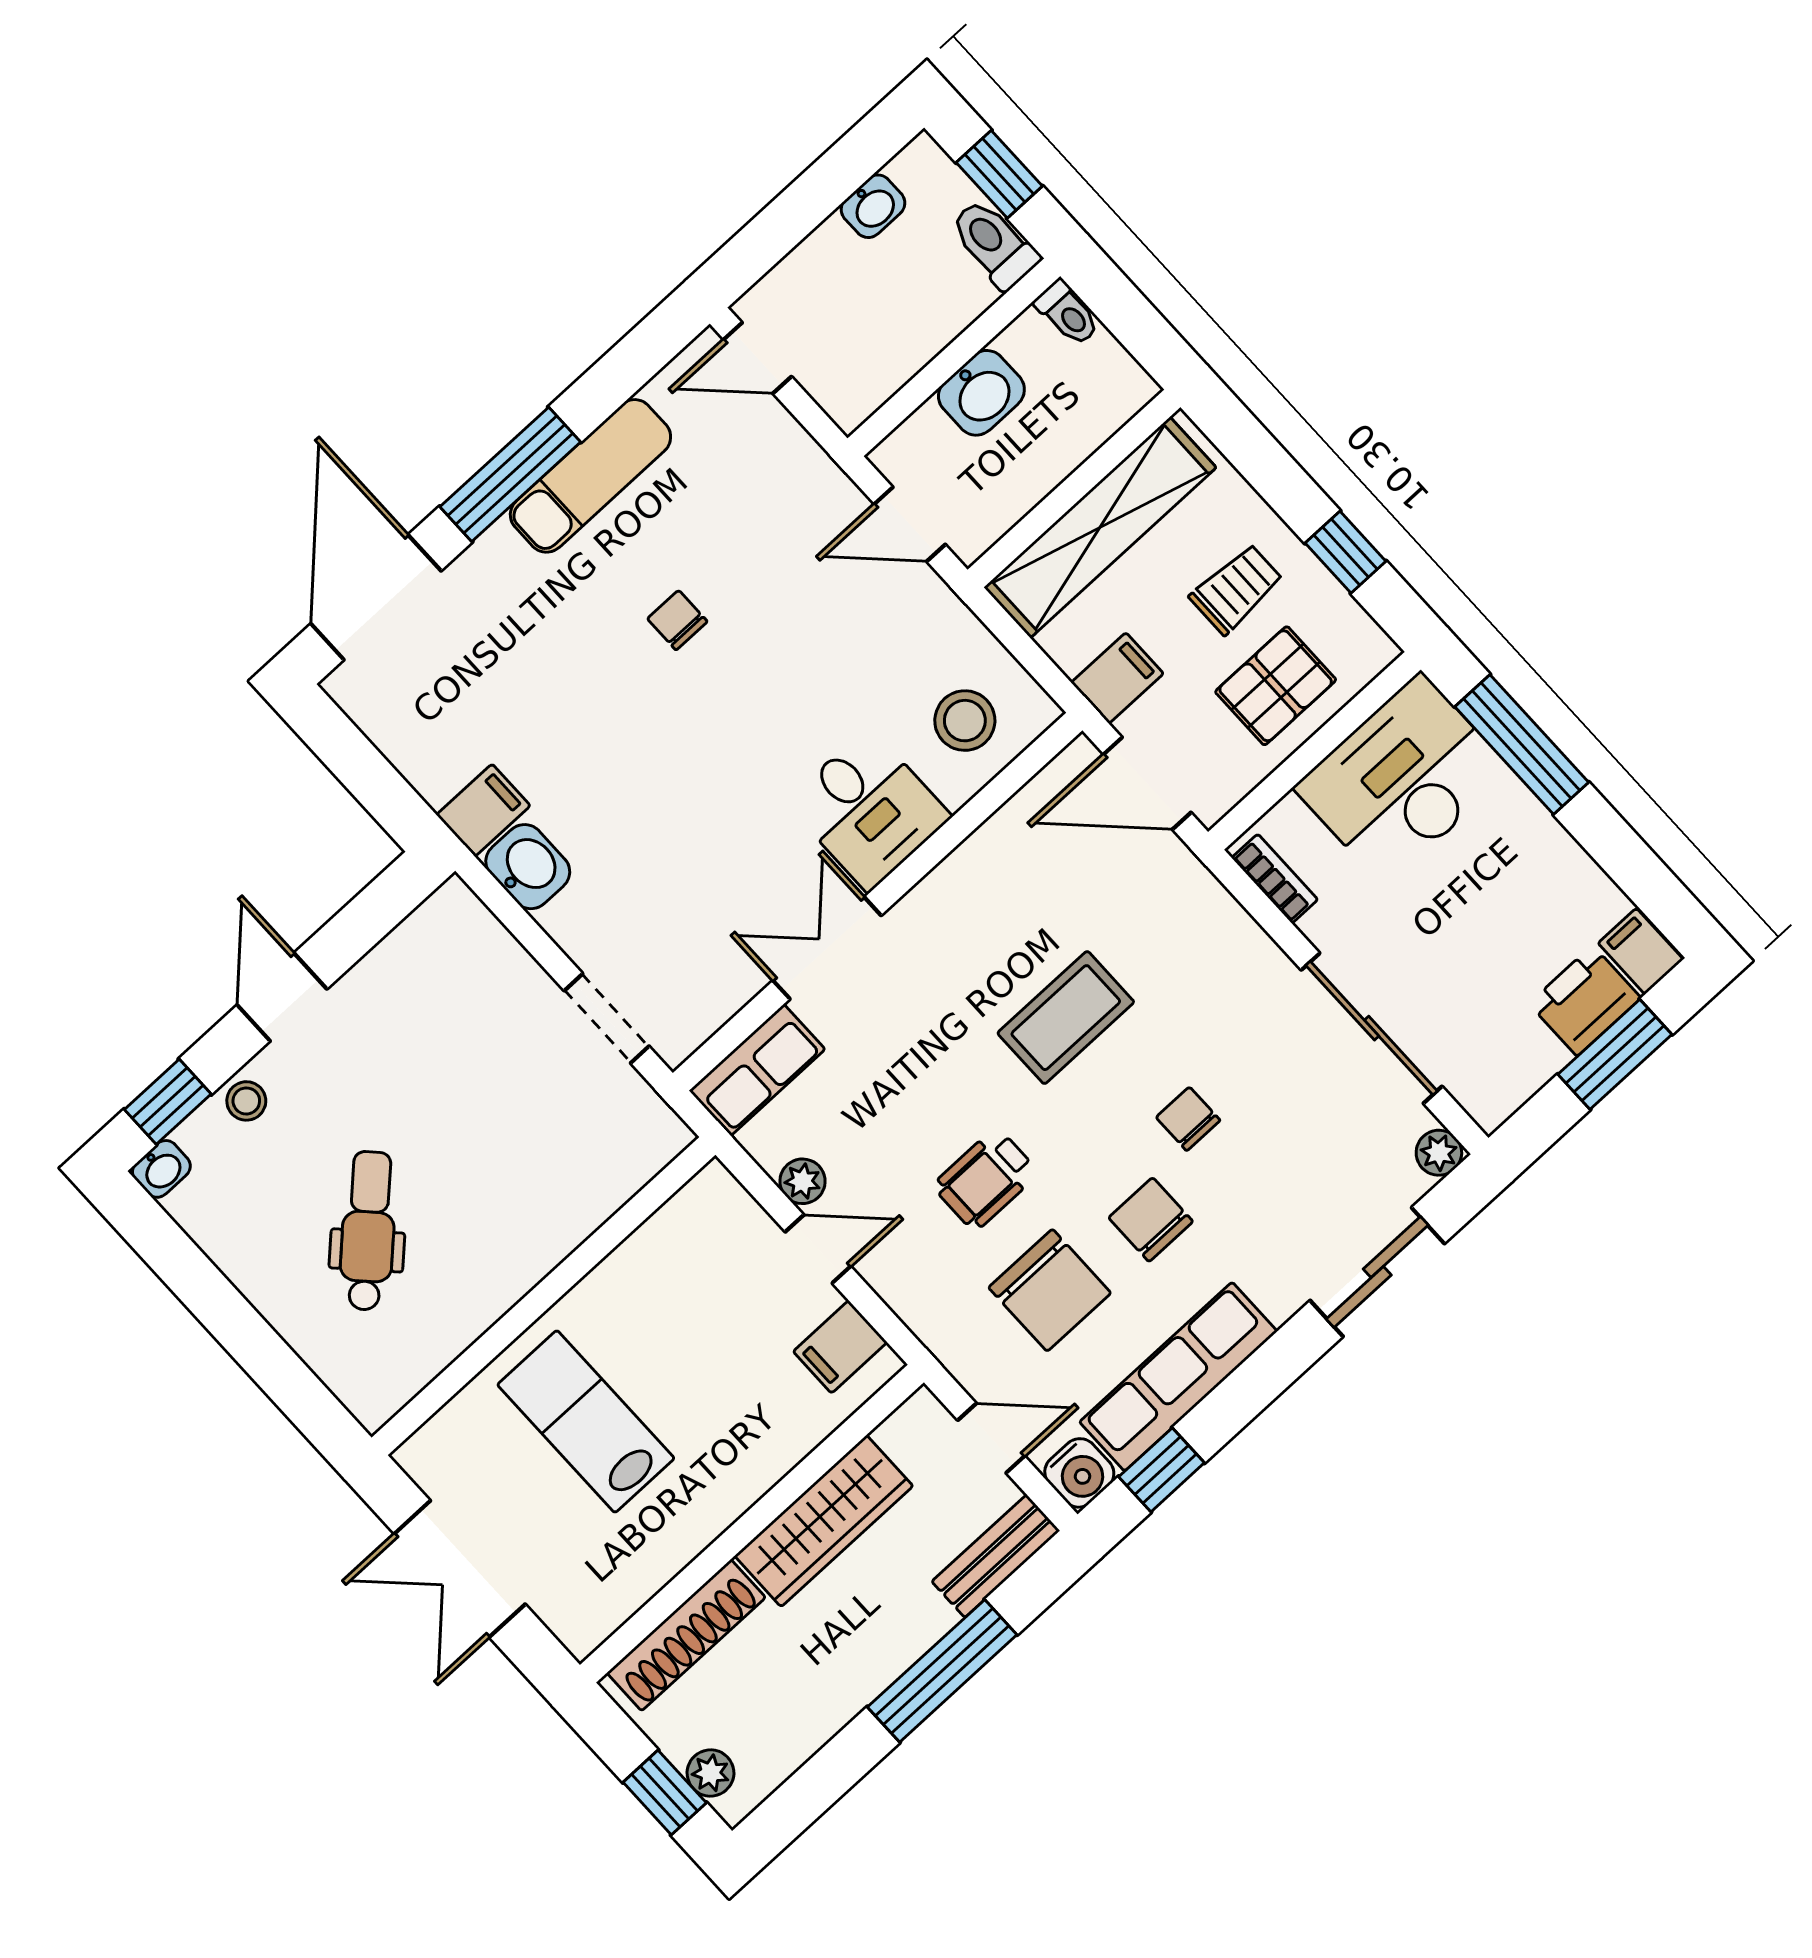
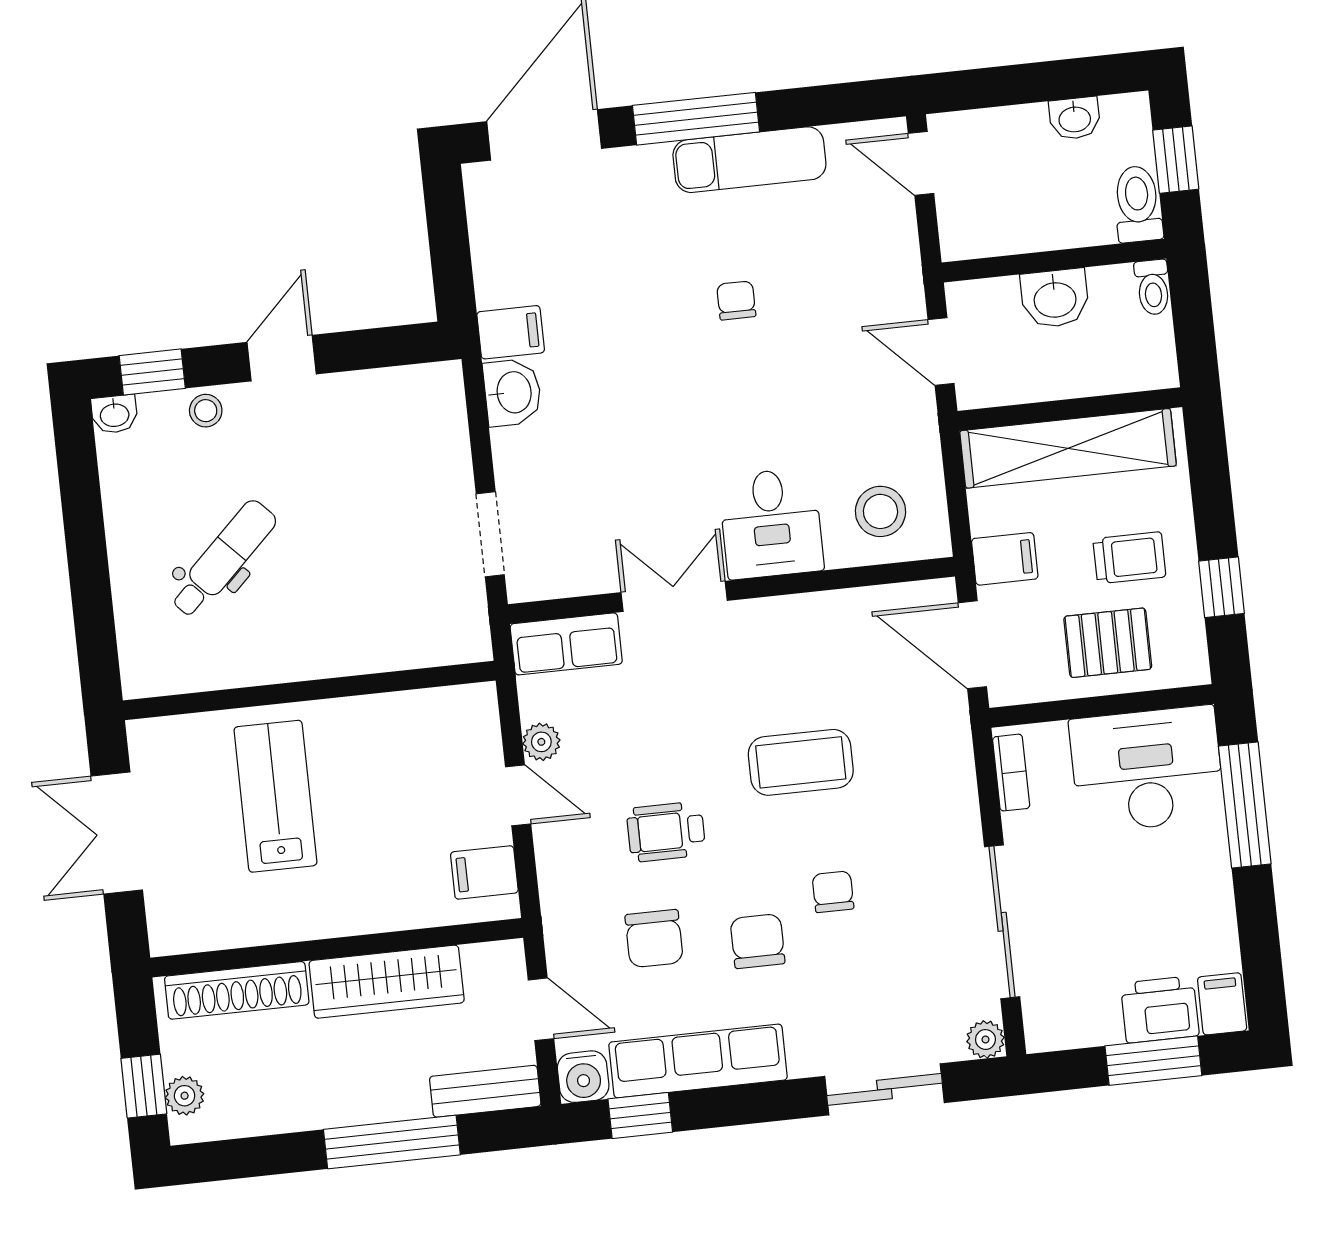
chair: (1050, 1290) -> (654, 939), width x0.73, depth x0.73

